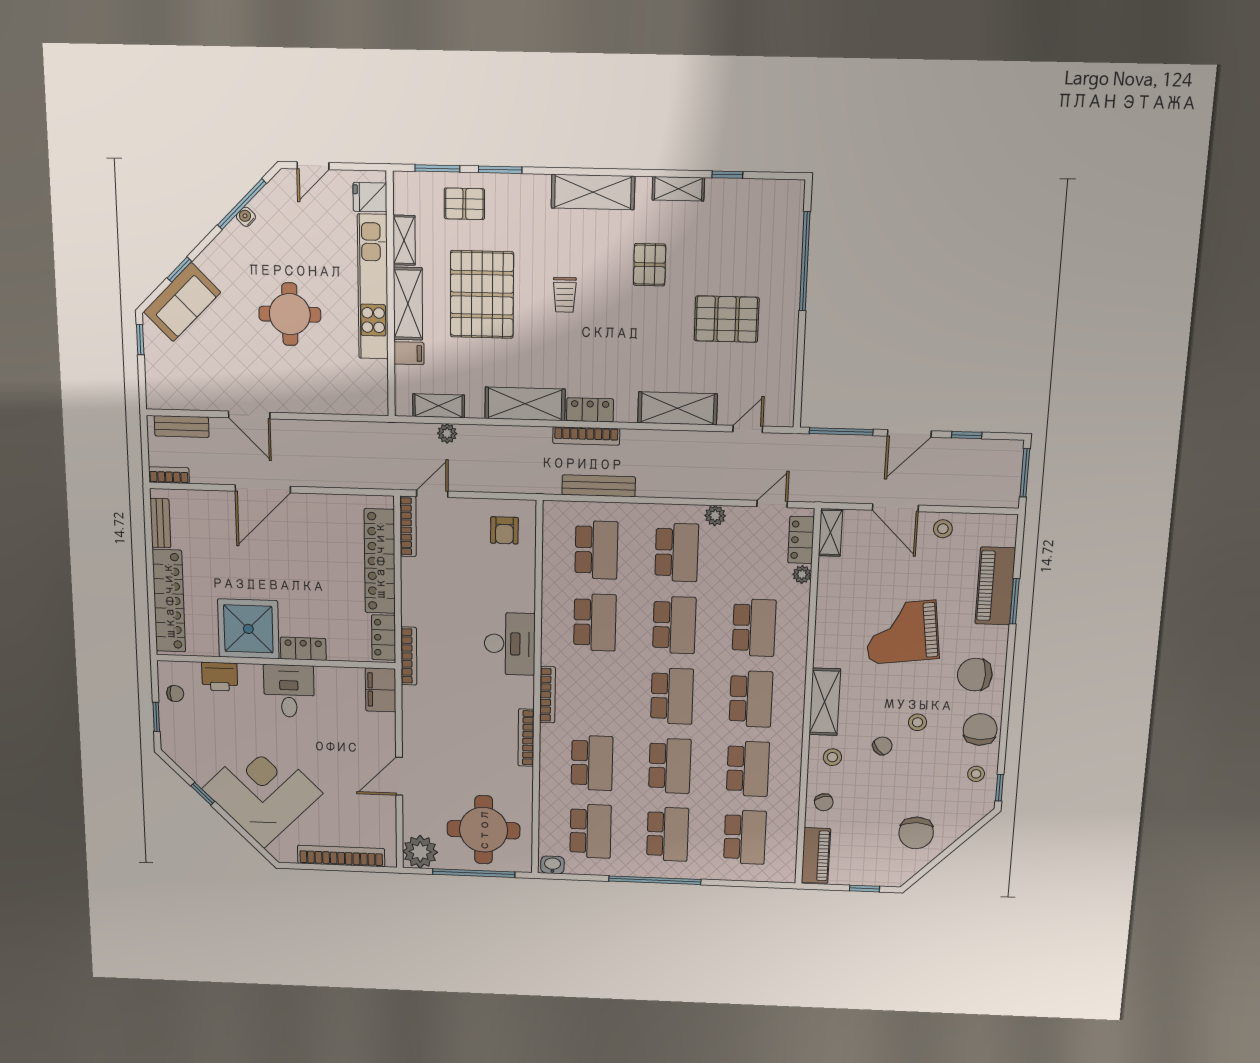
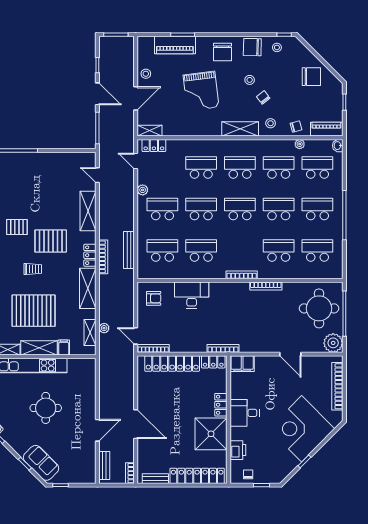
pallet: (727, 319) -> (51, 241), moved, turned 90
plant: (802, 574) -> (300, 144), moved
desk: (510, 644) -> (192, 295), moved
washbasin: (552, 865) -> (338, 146), moved

